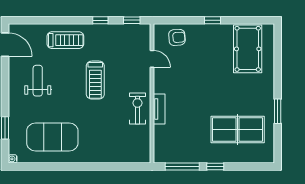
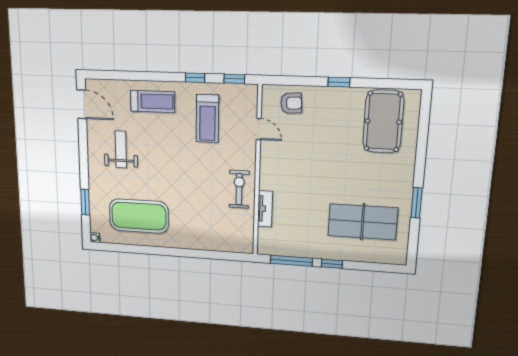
treadmill: (95, 80) -> (207, 119), moved
tv unit: (159, 109) -> (265, 209), moved

